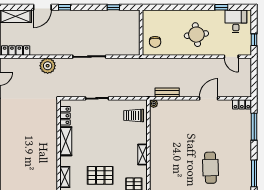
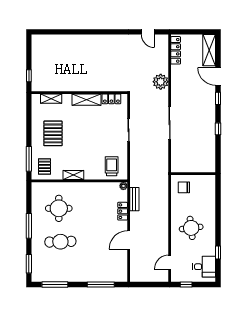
window: (113, 7) -> (218, 129), moved
door: (209, 98) -> (129, 240), swing flipped
locker: (242, 104) -> (123, 211), moved
round table: (176, 169) -> (59, 208), added

